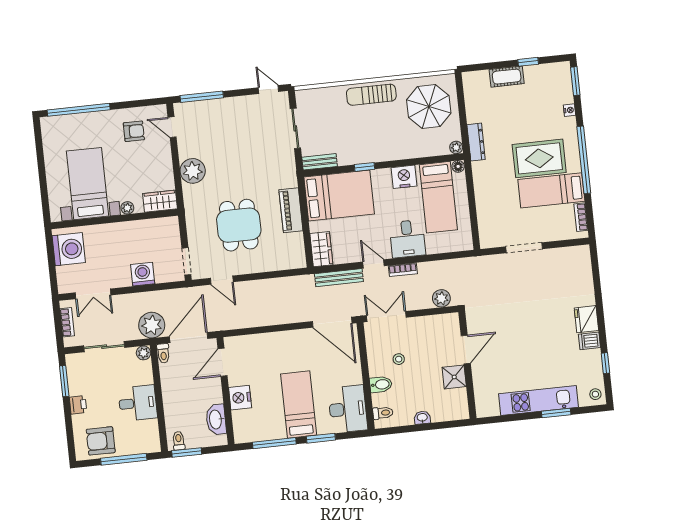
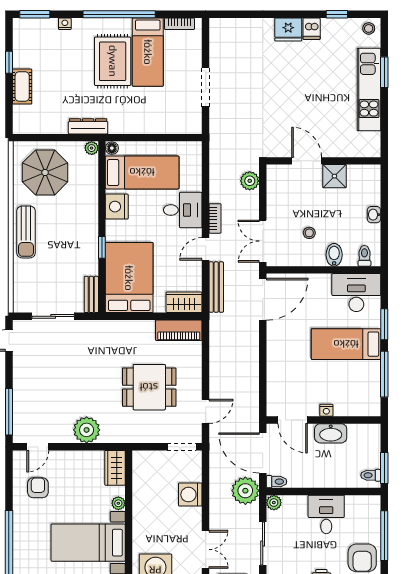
piano: (291, 210) -> (179, 330), moved
nightstand: (240, 398) -> (326, 410), width x0.53, depth x0.56
washbasin: (216, 419) -> (331, 433), moved

